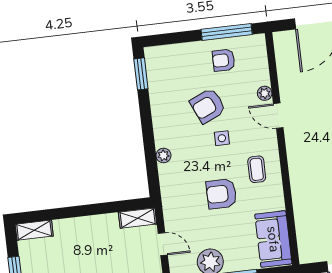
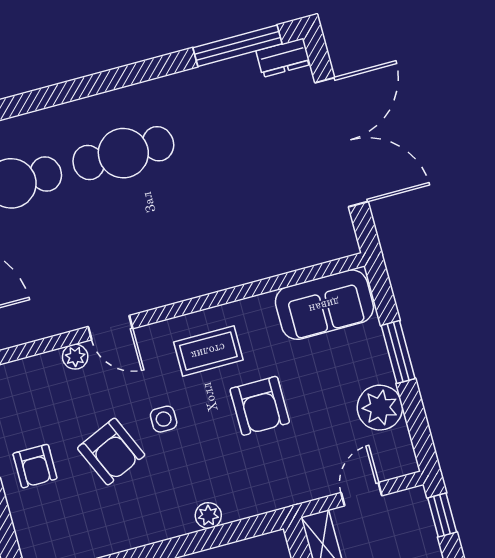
armchair: (224, 60) -> (35, 466), moved
door: (278, 116) -> (110, 328), hinge flipped
coffee table: (257, 169) -> (208, 351), width x1.36, depth x1.30

